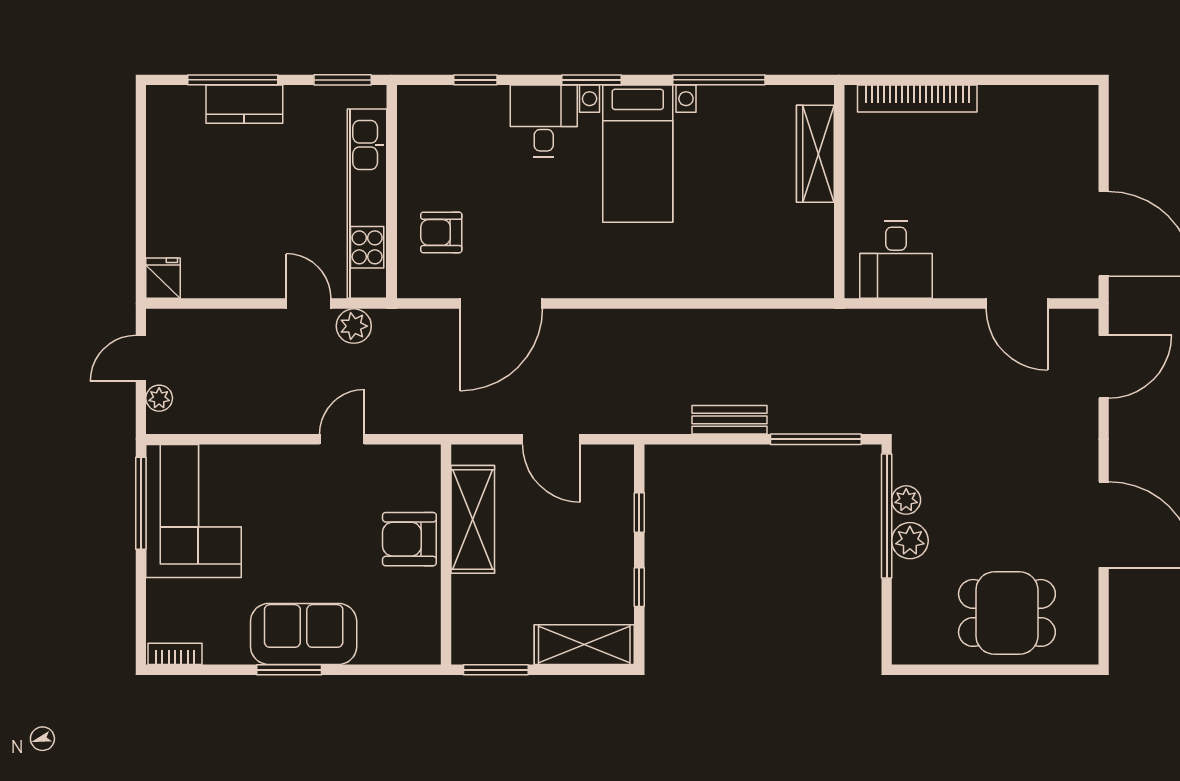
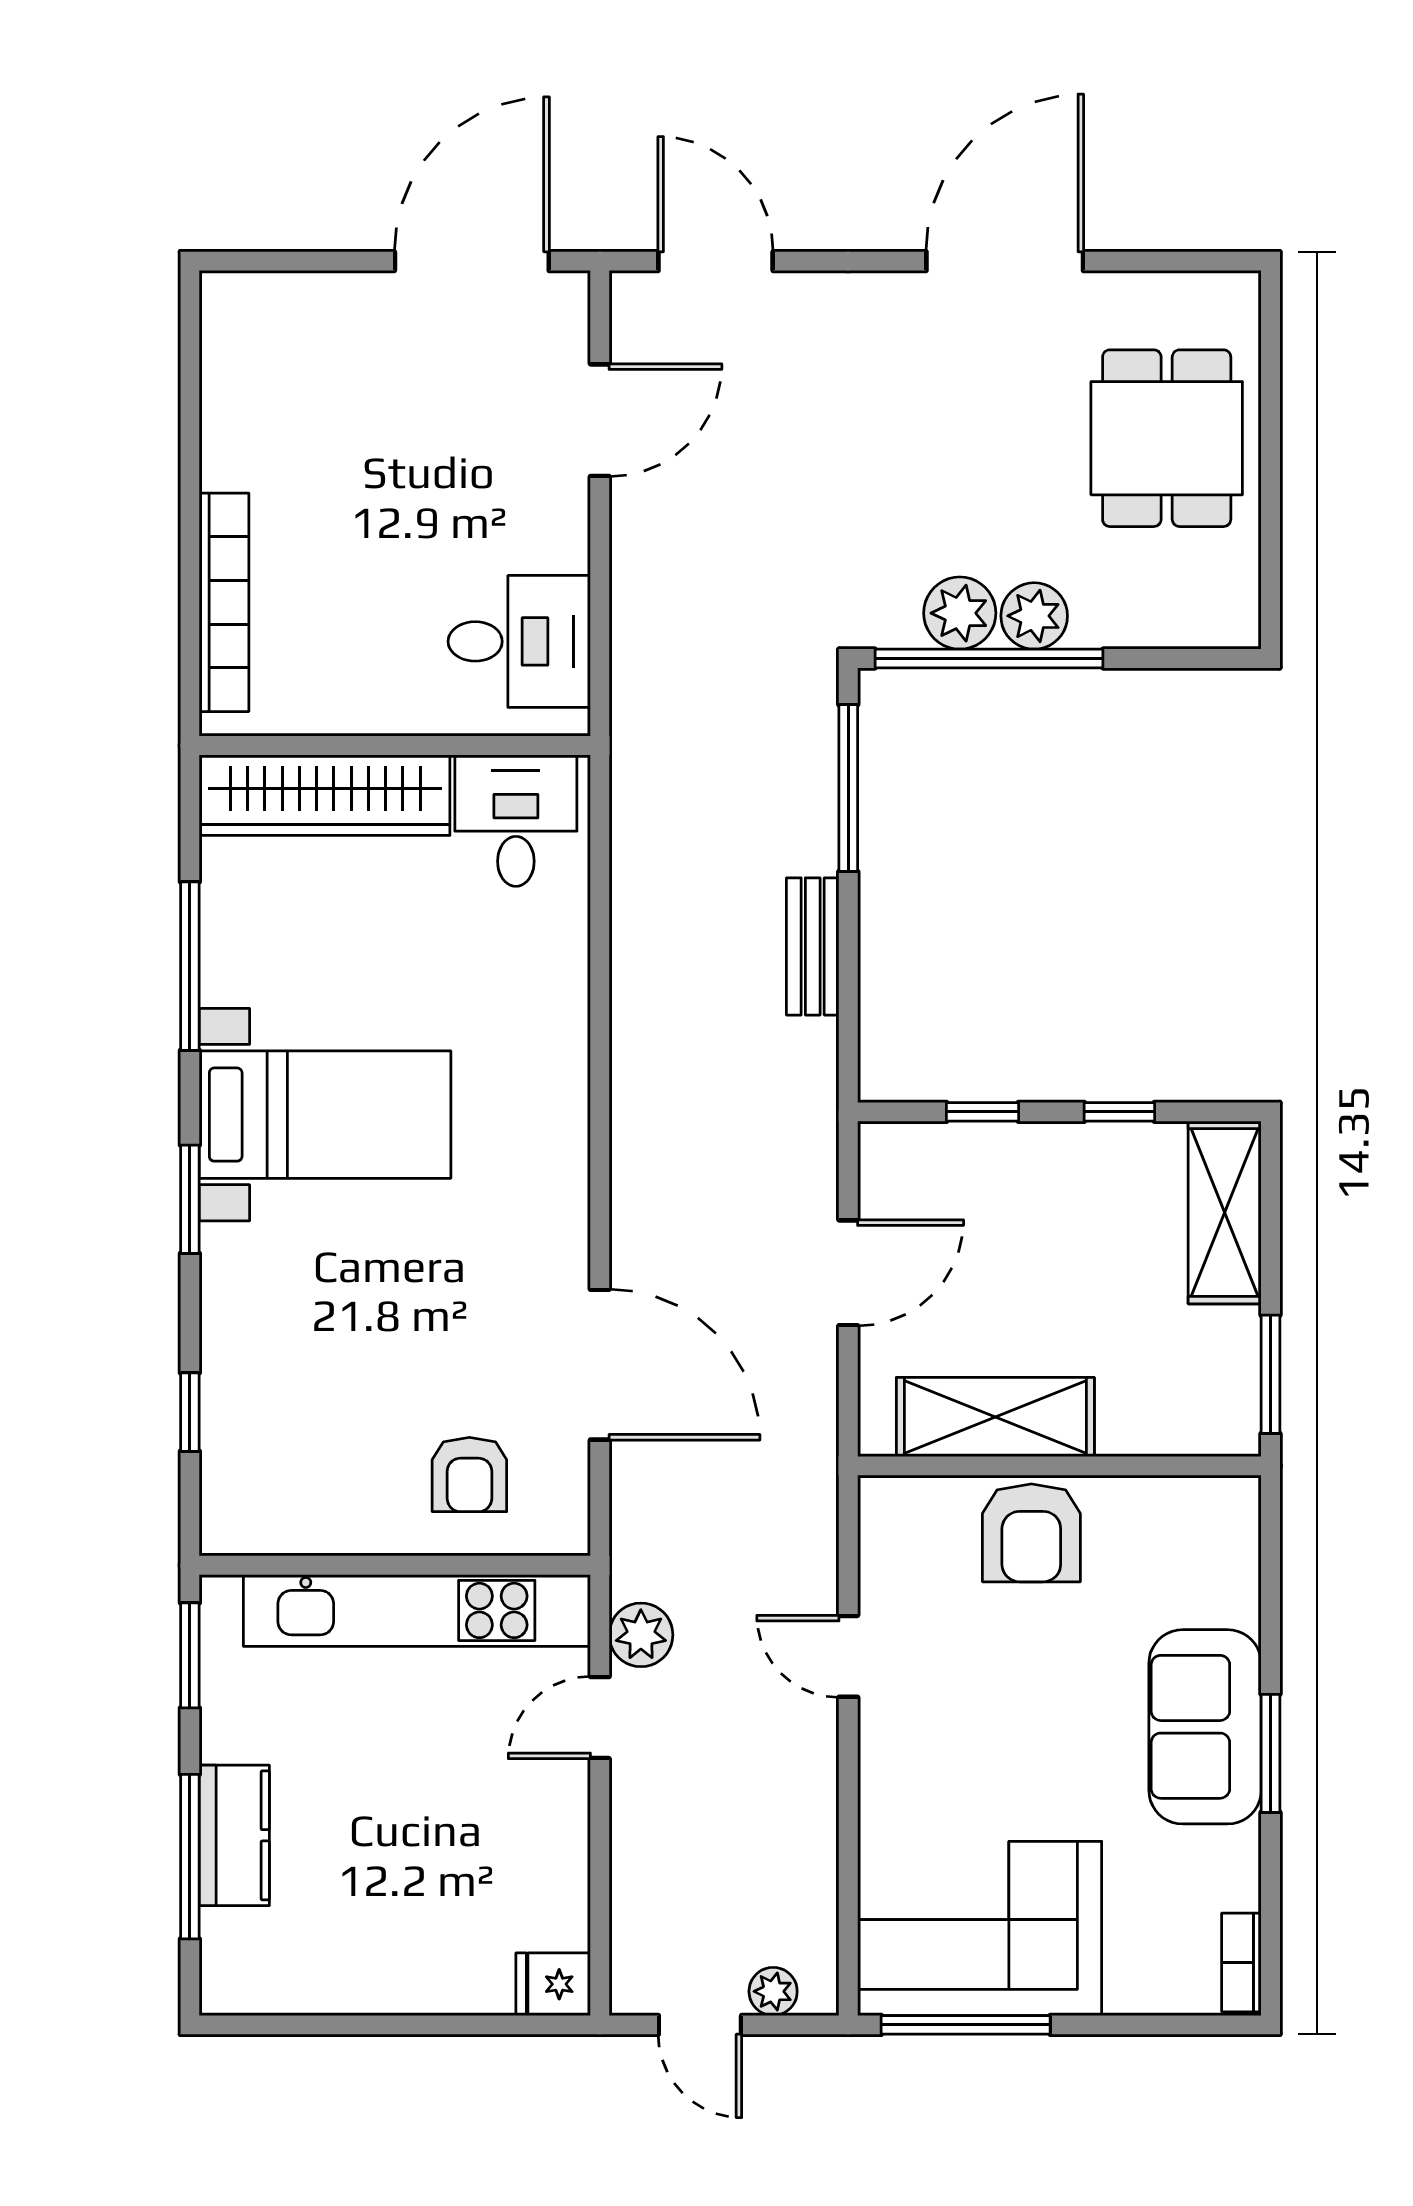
desk: (544, 121) -> (516, 821), moved, turned 90
wardrobe: (815, 154) -> (325, 795), width x1.40, depth x1.17
plant: (906, 500) -> (960, 613), width x1.38, depth x1.38

